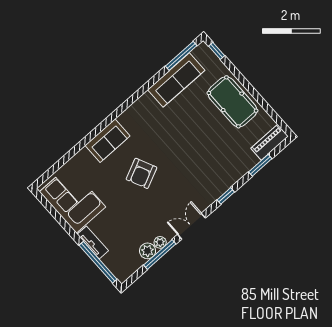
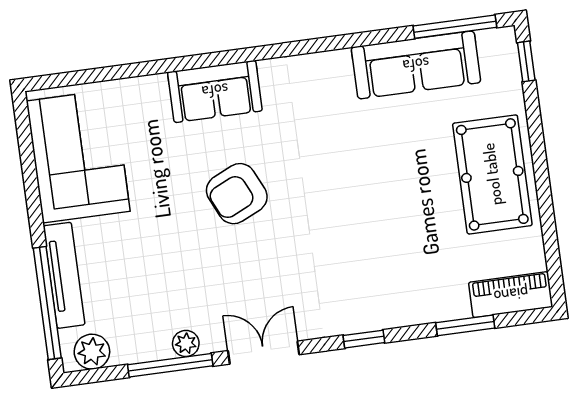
tv unit: (93, 242) -> (64, 275), width x1.41
plant: (148, 251) -> (92, 352), moved

